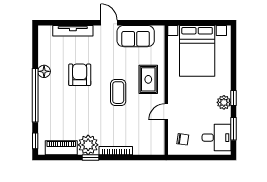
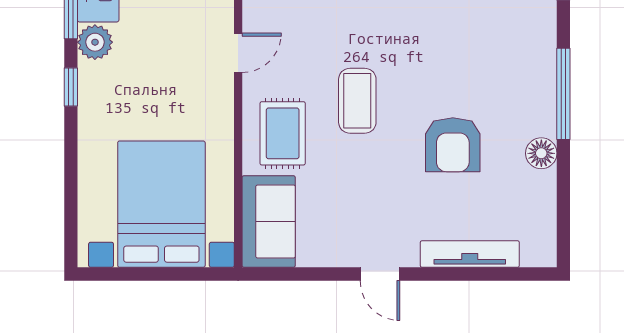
sofa: (136, 36) -> (269, 221), moved, turned 90
window: (35, 95) -> (563, 94), width x0.68
plant: (224, 102) -> (95, 42), moved

